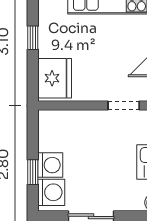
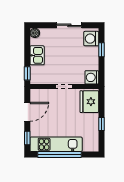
doorway: (124, 106) -> (64, 86), moved
washing machine: (50, 165) -> (92, 77), moved

